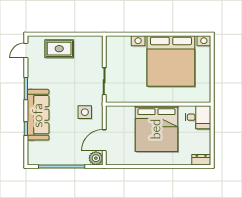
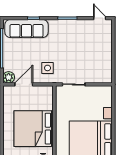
rug: (59, 49) -> (101, 46), removed
sofa: (38, 115) -> (26, 28), moved
door: (104, 140) -> (24, 84), hinge flipped

